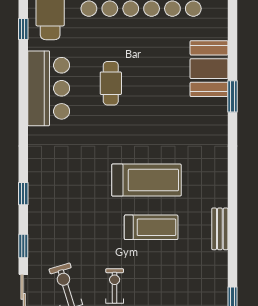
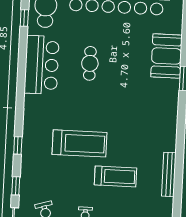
treadmill: (146, 180) -> (79, 143), moved
bench: (220, 229) -> (169, 174), width x1.36

